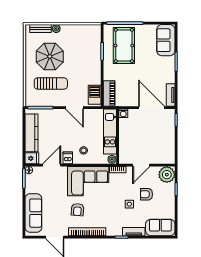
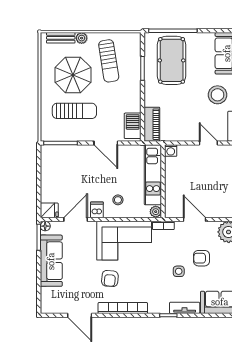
sun lounger: (77, 46) -> (109, 61), added
stool: (158, 71) -> (217, 95), added
door: (152, 108) -> (208, 143), width x0.53
kitchen counter: (31, 133) -> (49, 177), removed
door: (141, 165) -> (195, 219), swing flipped
sofa: (33, 213) -> (51, 261), moved

